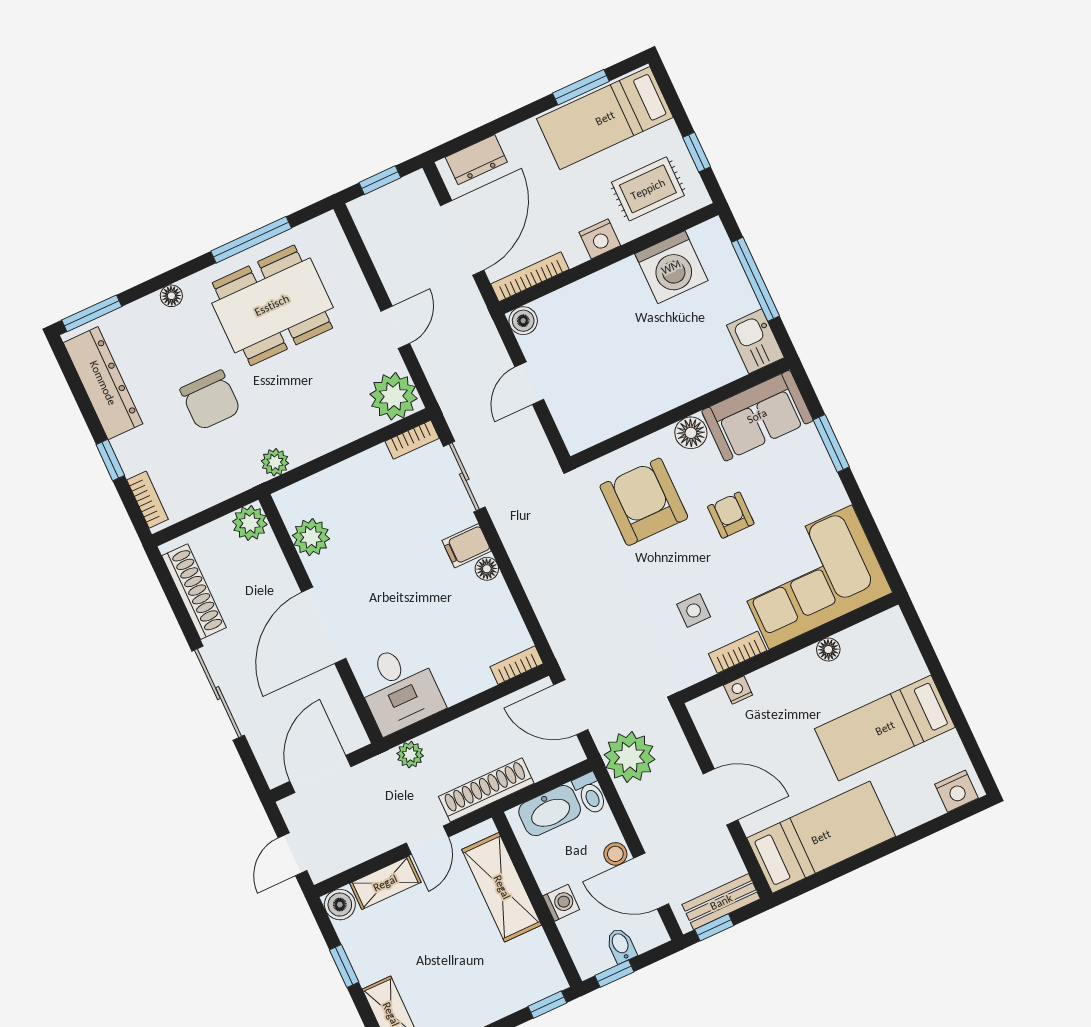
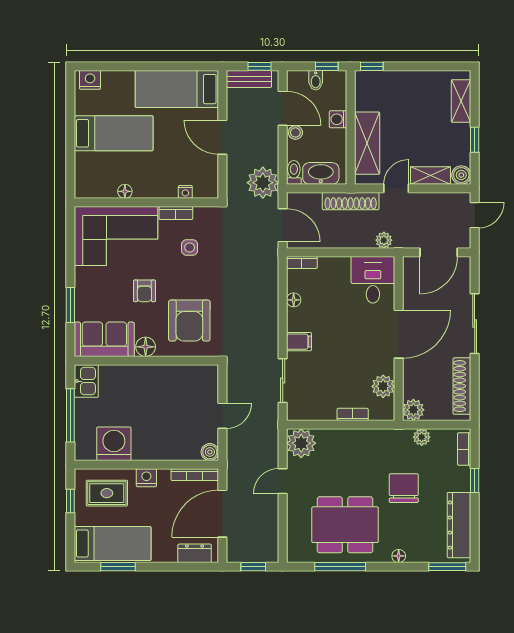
bookcase: (412, 440) -> (353, 414), moved
plant: (275, 462) -> (422, 437), moved
floor lamp: (487, 569) -> (294, 300), moved

